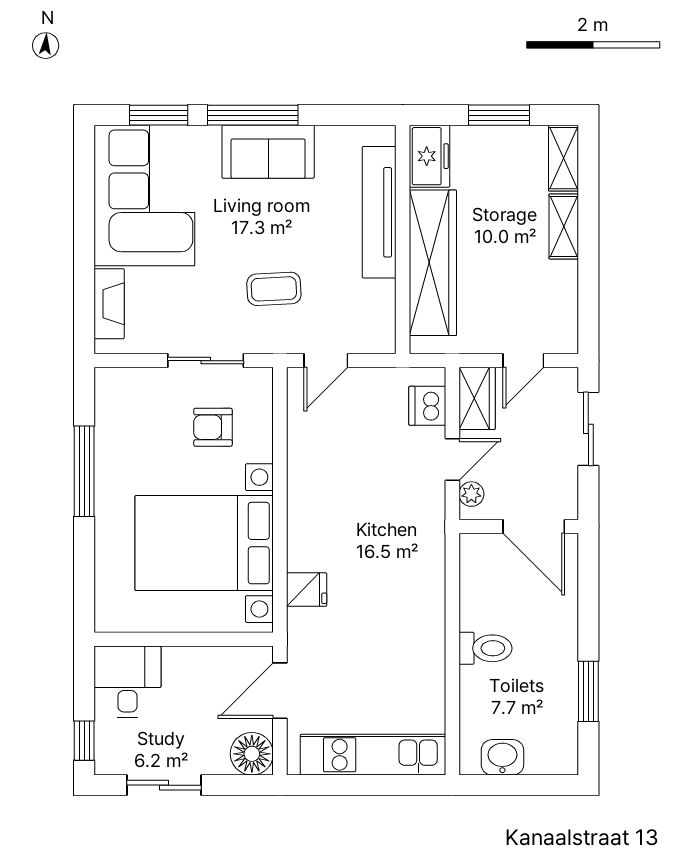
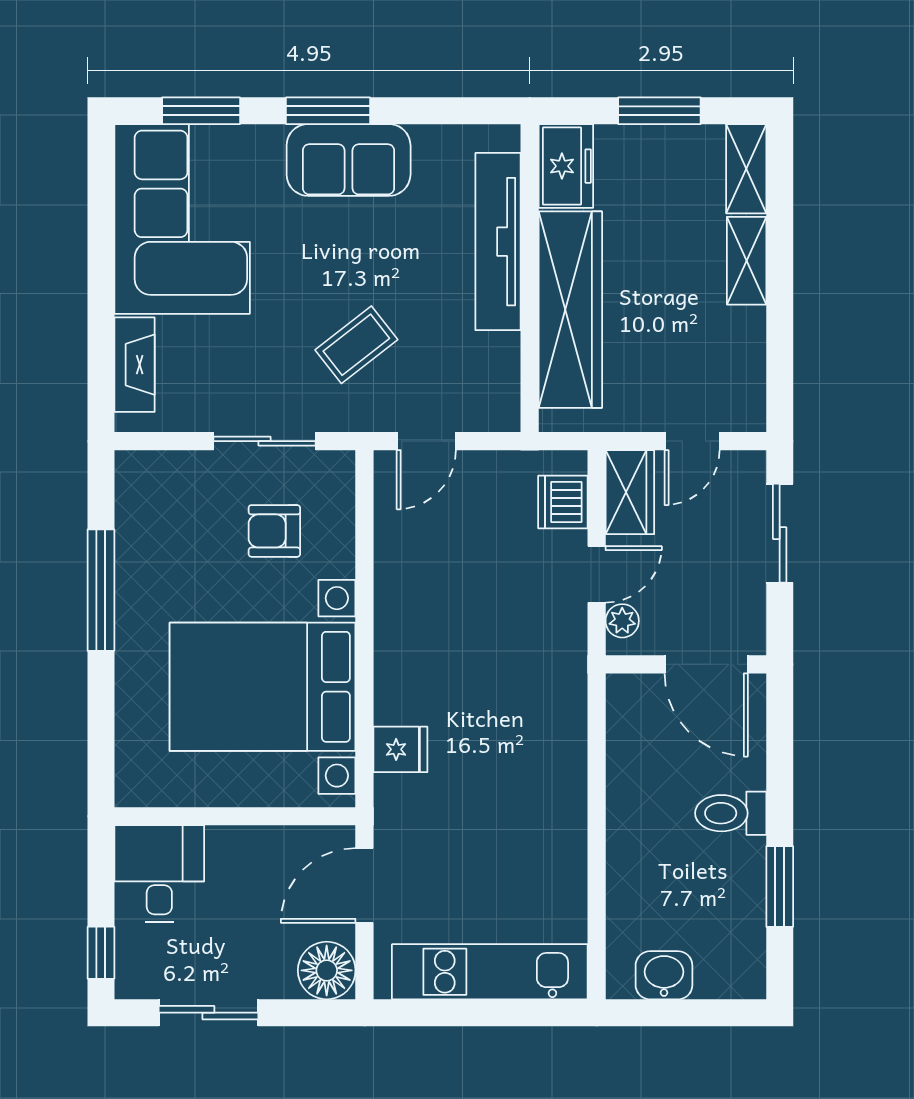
window: (253, 115) -> (328, 111), width x0.69
coffee table: (274, 289) -> (356, 345), turned -35
toilet: (485, 648) -> (731, 813), moved, turned 180

